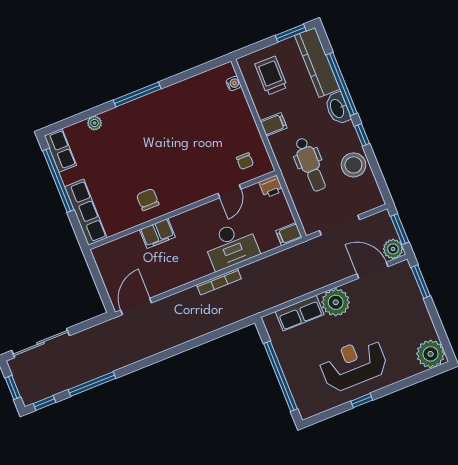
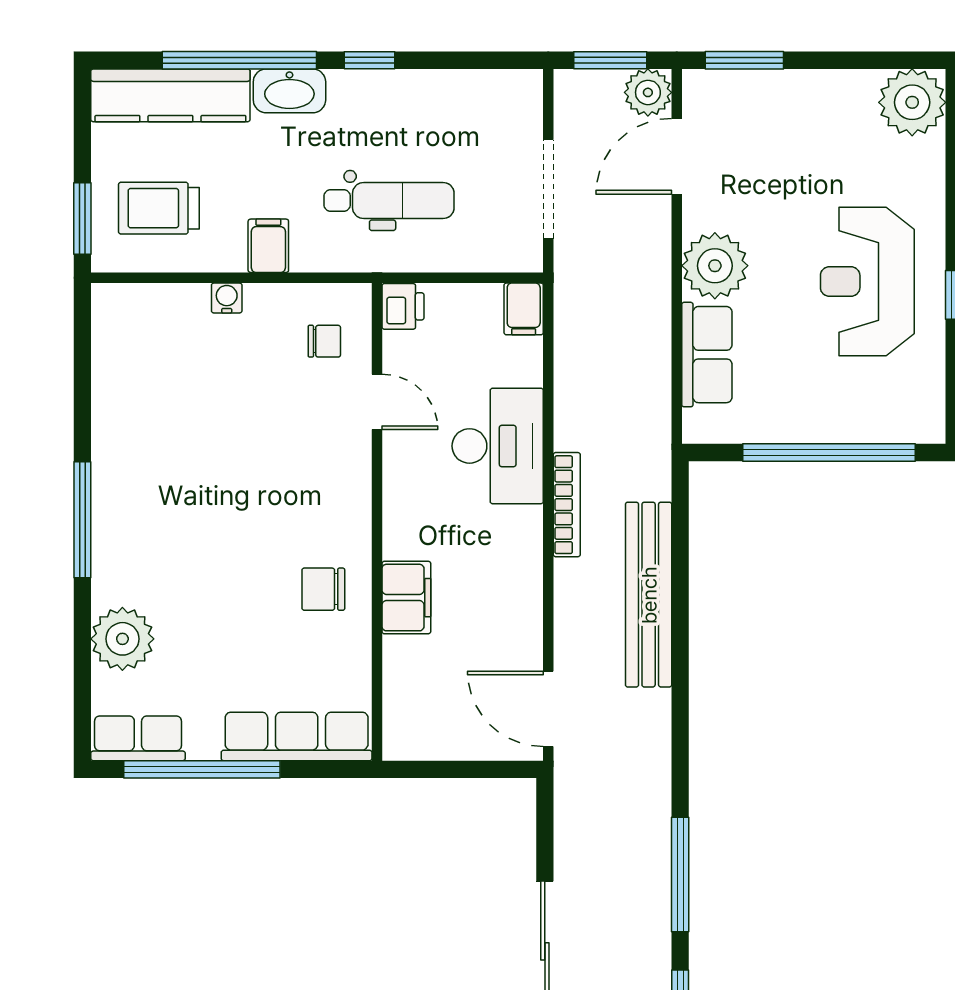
window: (291, 33) -> (82, 218), moved
water cooler: (233, 83) -> (227, 298), moved
plant: (95, 123) -> (122, 639), width x1.88, depth x1.88
stool: (353, 165) -> (428, 106), removed
bench: (197, 328) -> (649, 595), added

